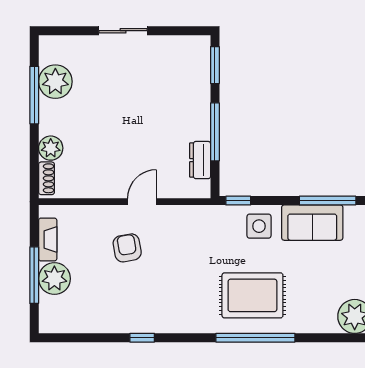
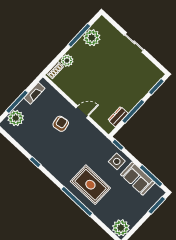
plant: (54, 279) -> (16, 118), moved

